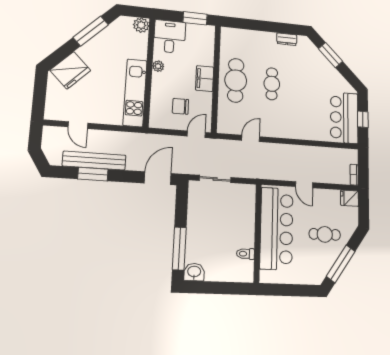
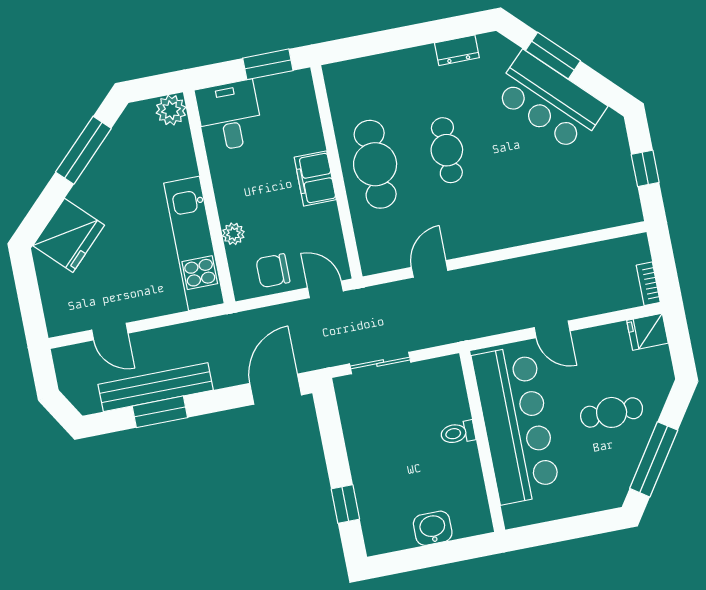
plant: (158, 66) -> (233, 234), moved
chair: (180, 106) -> (273, 271), moved
bar counter: (344, 118) -> (549, 101), moved, turned -45
door: (196, 134) -> (325, 289), hinge flipped
window: (179, 249) -> (345, 504), width x0.46
toilet: (245, 254) -> (458, 433), moved
washbasin: (194, 272) -> (433, 528), moved

